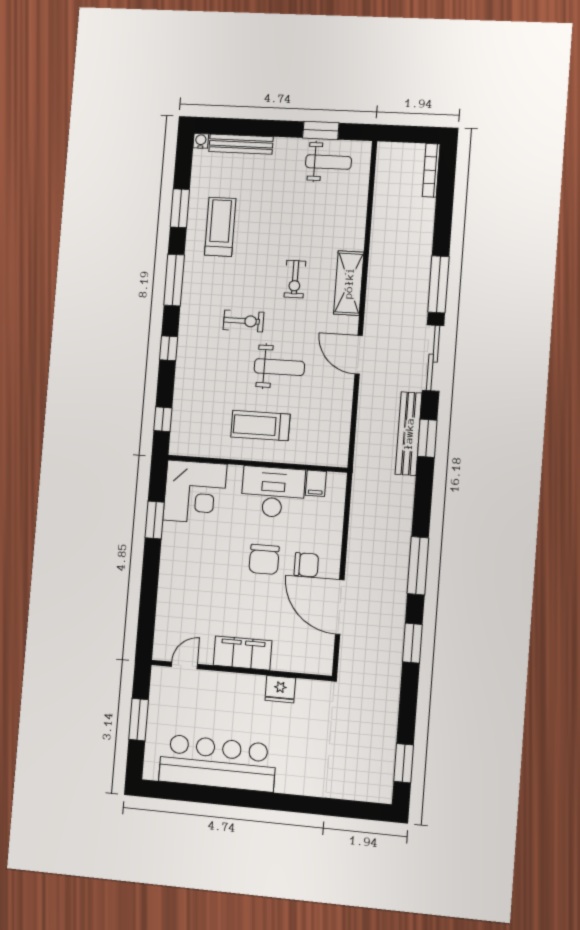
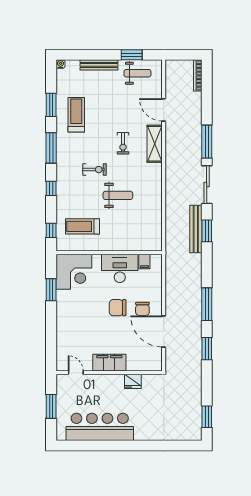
bench: (241, 144) -> (99, 65), moved
door: (359, 355) -> (164, 110), moved
treadmill: (260, 426) -> (83, 226), moved
chair: (264, 559) -> (118, 308), turned 90
chair: (306, 565) -> (142, 309), turned 90
door: (184, 665) -> (76, 373), hinge flipped

